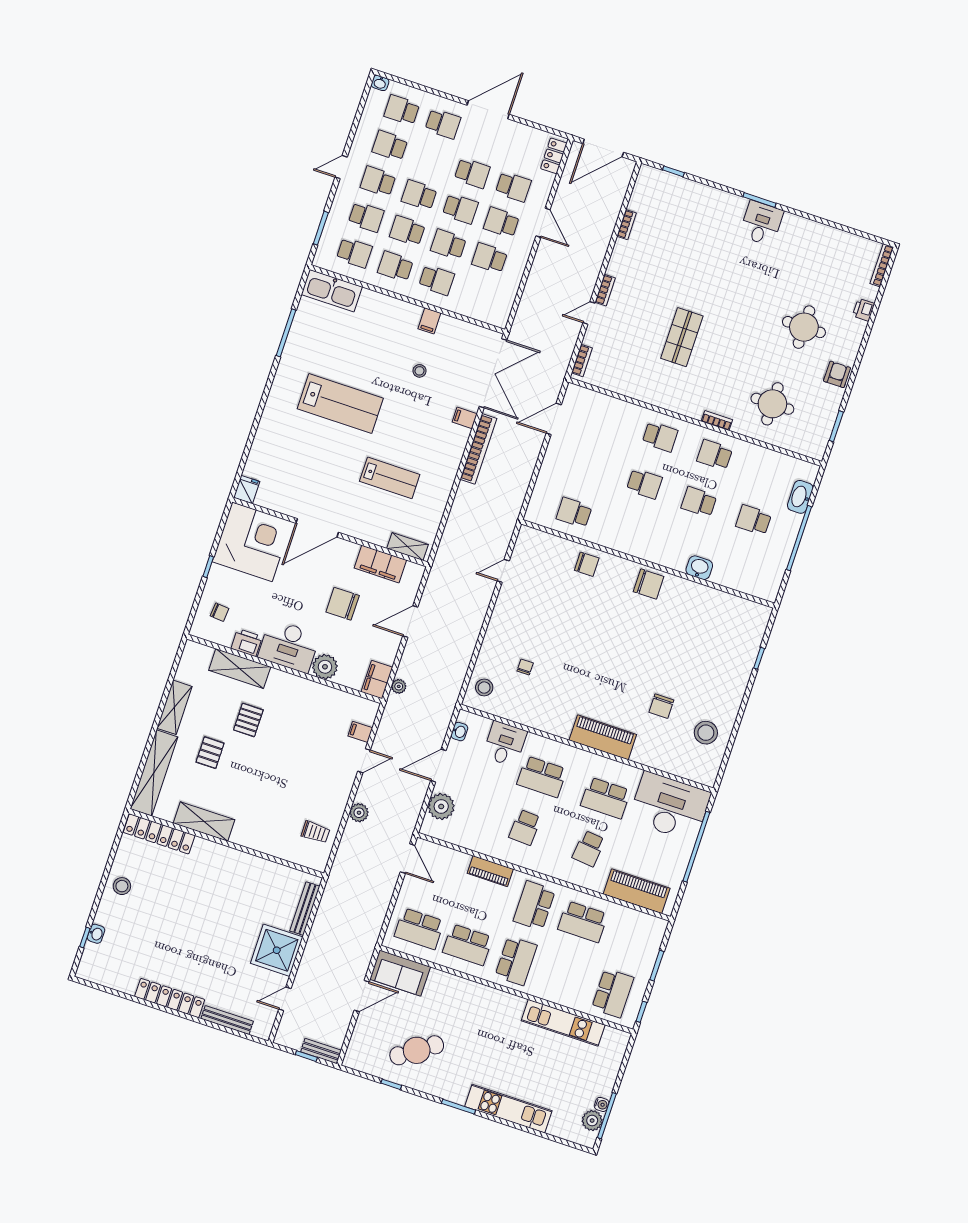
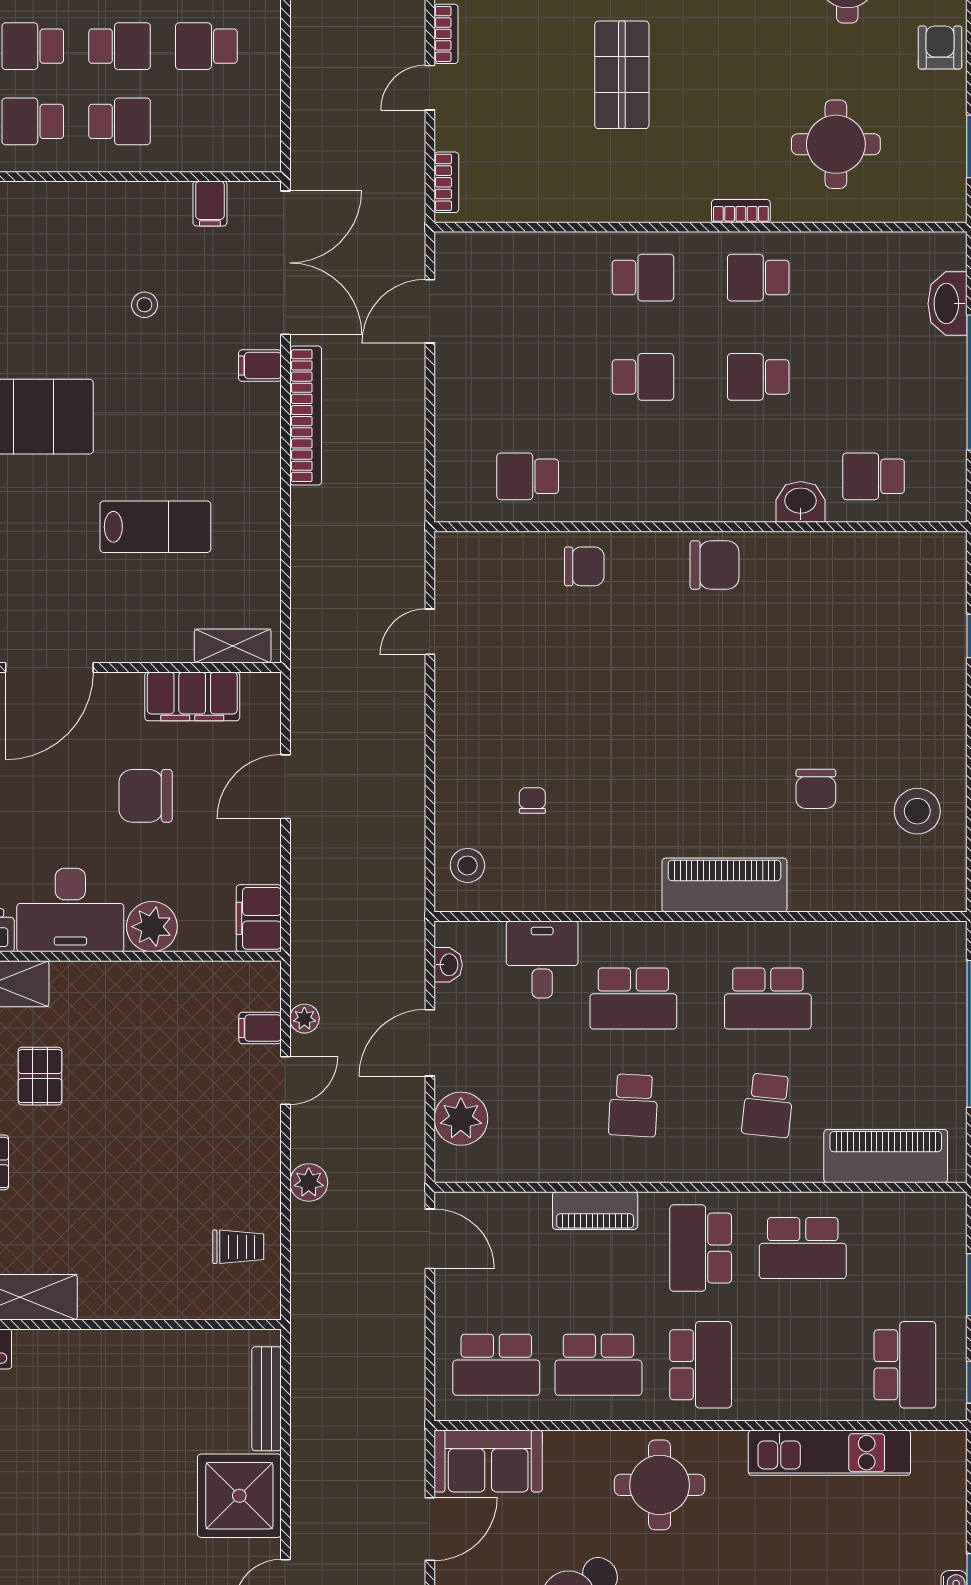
school desk: (448, 244) -> (120, 46), turned 180
filing cabinet: (429, 321) -> (210, 203), moved
school desk: (754, 520) -> (873, 476), moved
plant: (399, 686) -> (304, 1019), moved
desk: (670, 807) -> (895, 975), removed
round table: (478, 1011) -> (660, 1485), added

